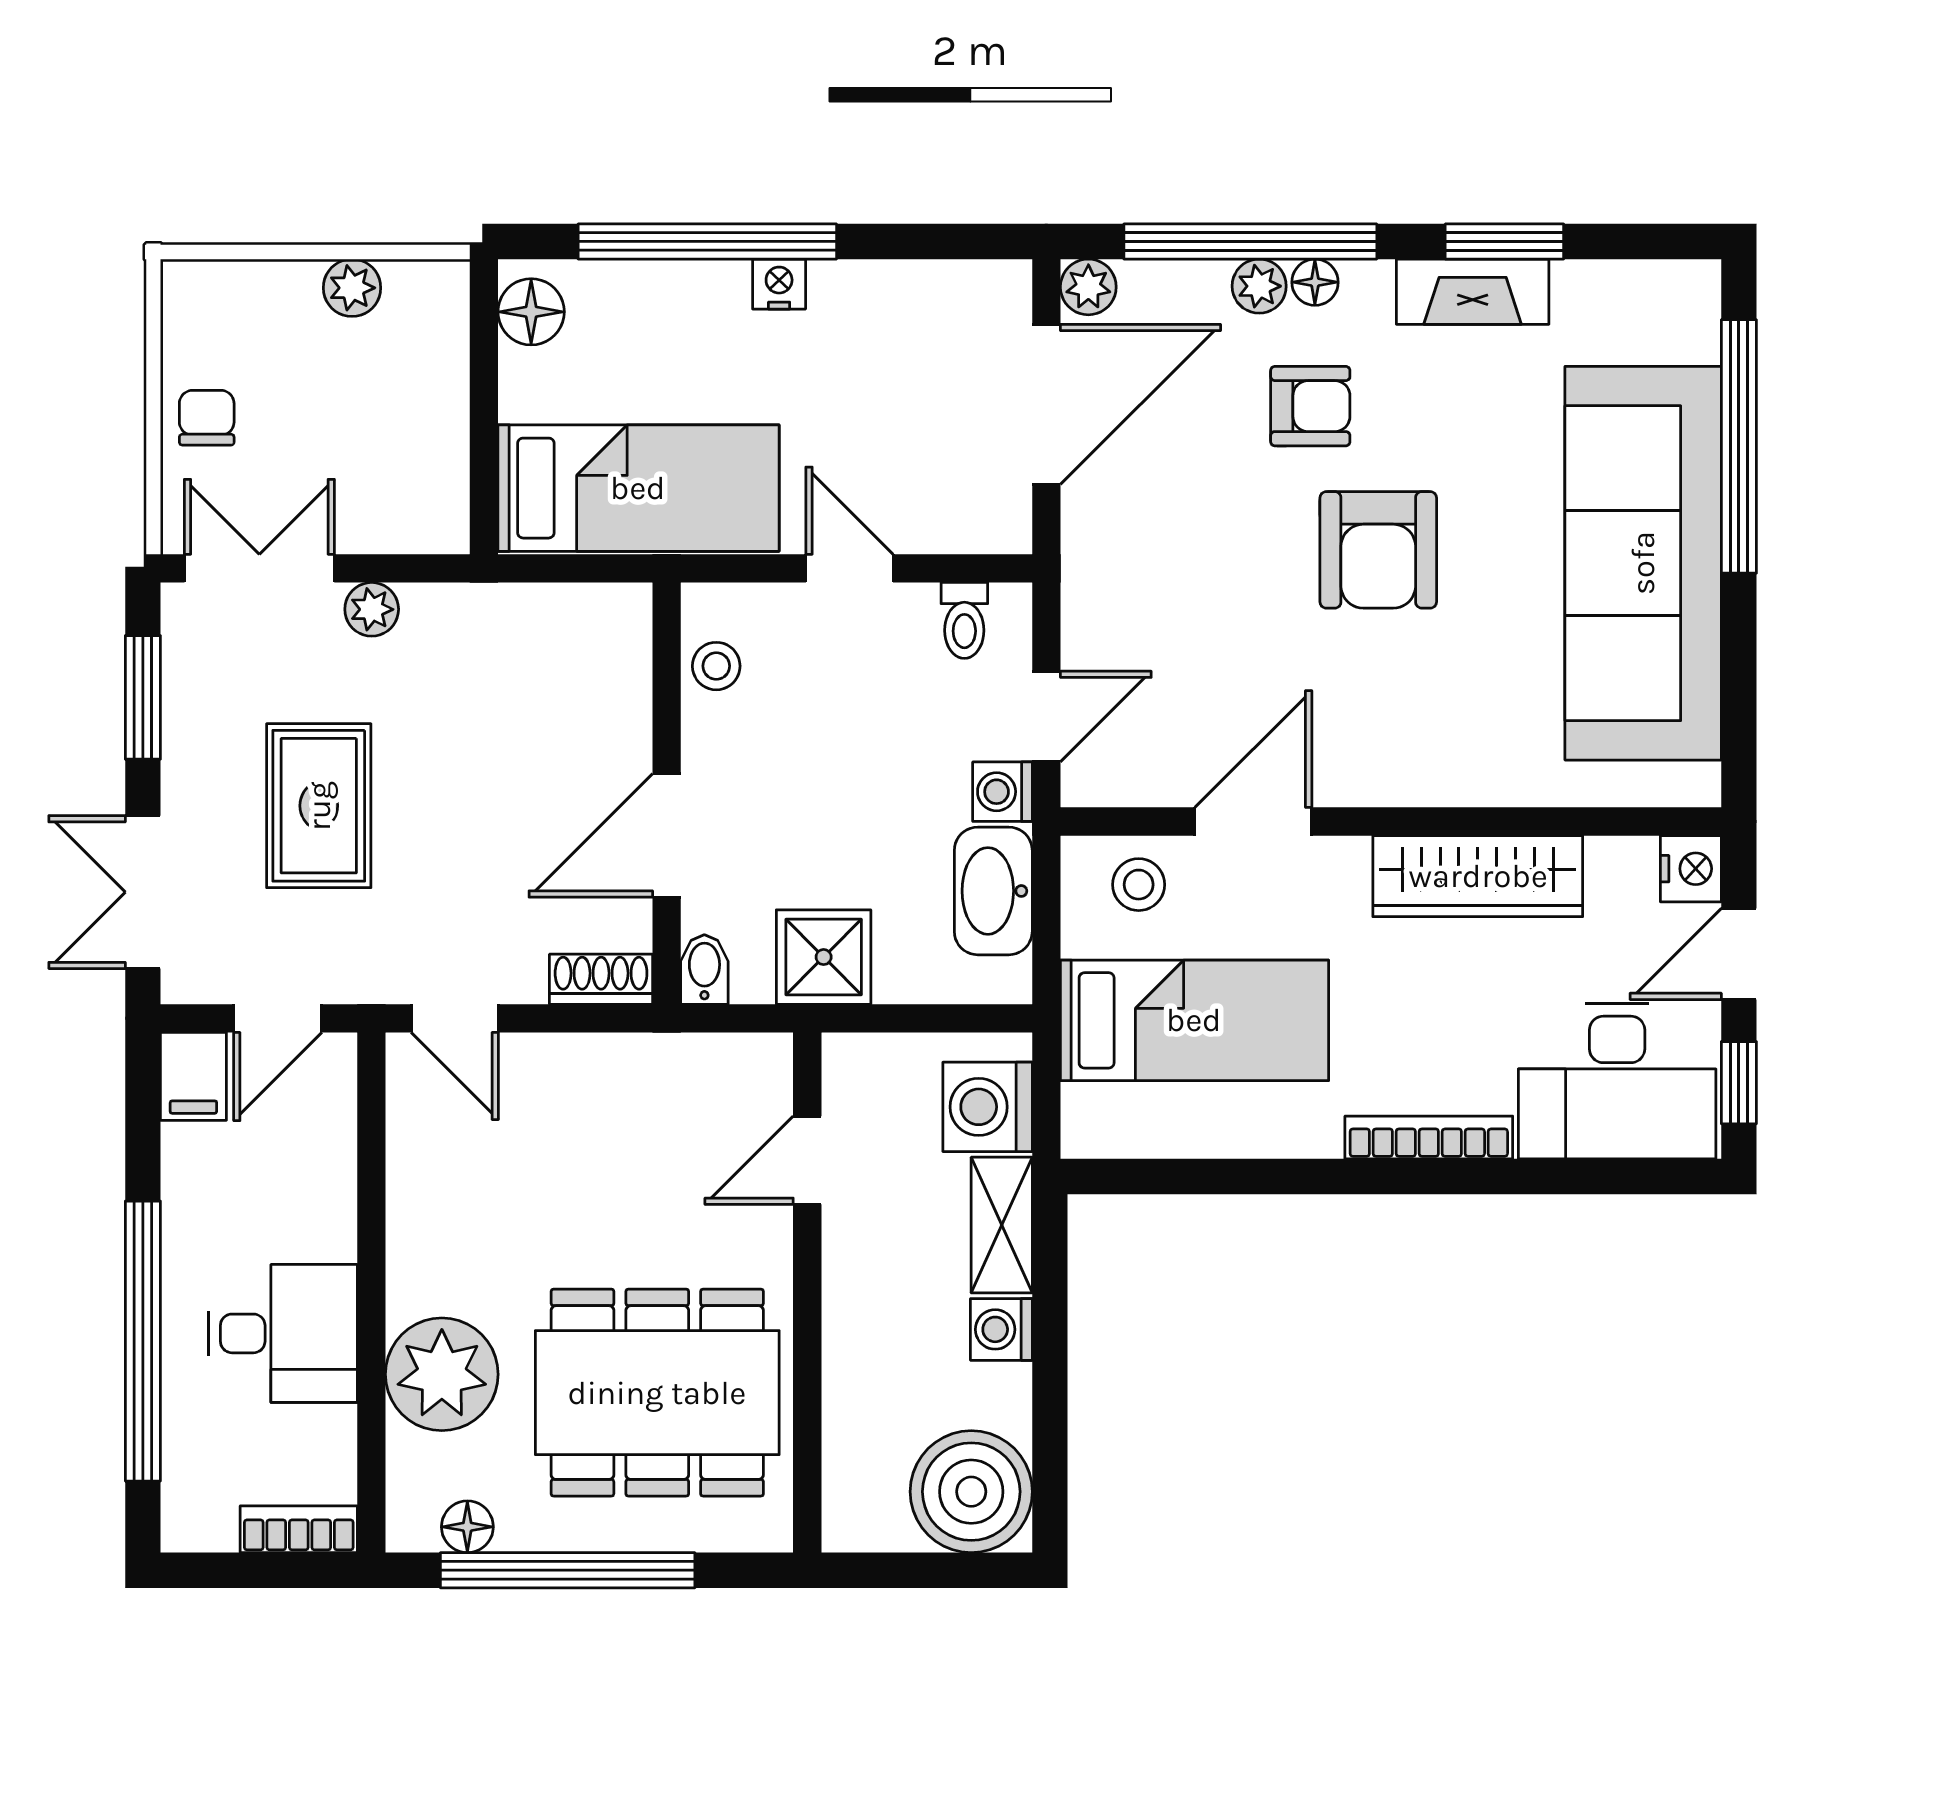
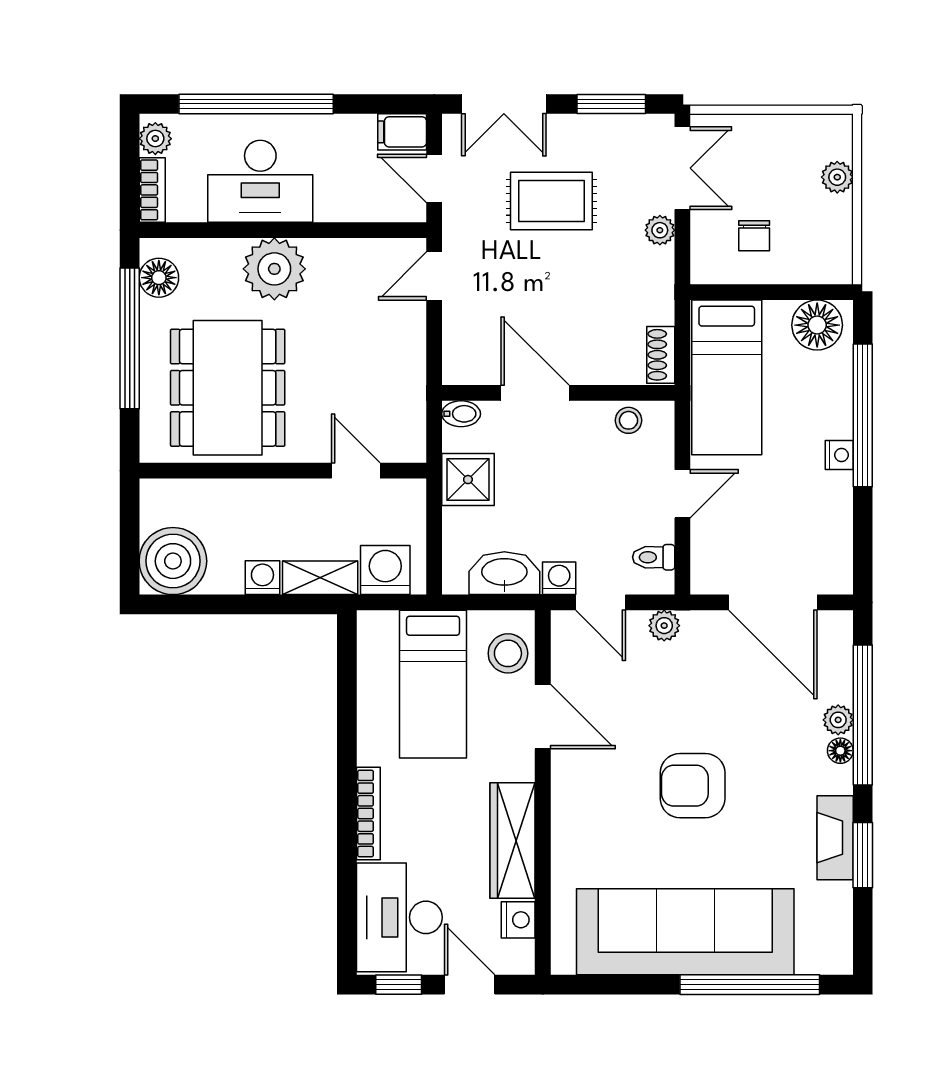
plant: (1088, 287) -> (664, 626), moved
plant: (352, 288) -> (837, 177), moved
floor lamp: (531, 312) -> (817, 325), width x1.38, depth x1.38
armchair: (1310, 406) -> (772, 748), removed
chair: (207, 418) -> (754, 236), moved, turned 90
nightstand: (1691, 869) -> (518, 920), moved, turned -90
stool: (1139, 885) -> (508, 653), width x1.37, depth x1.37
double door: (143, 892) -> (504, 104), swing flipped
shoe rack: (601, 979) -> (661, 355), moved, turned 180
desk: (283, 1333) -> (260, 181), width x1.37
plant: (442, 1374) -> (274, 269), moved
plant: (206, 1524) -> (155, 139), added
floor lamp: (467, 1527) -> (159, 278), width x1.37, depth x1.37

